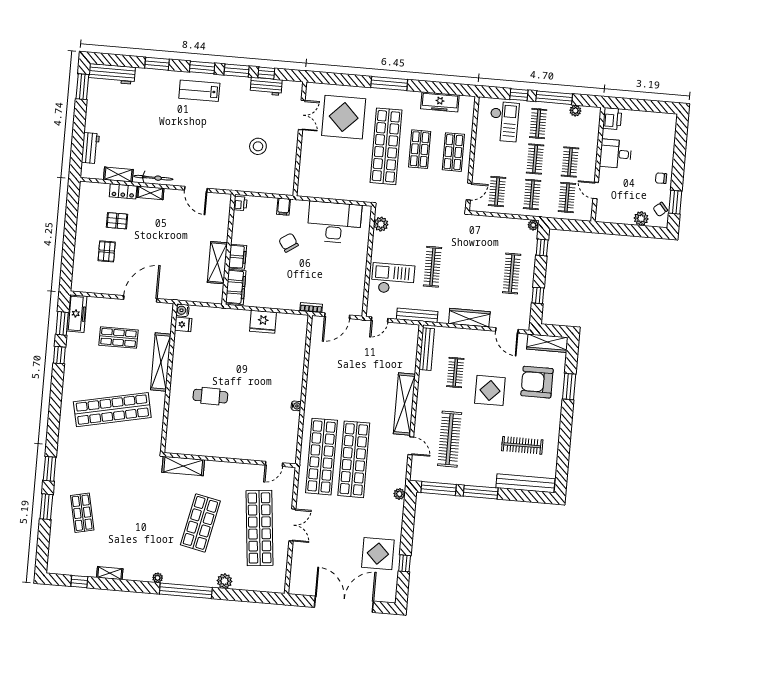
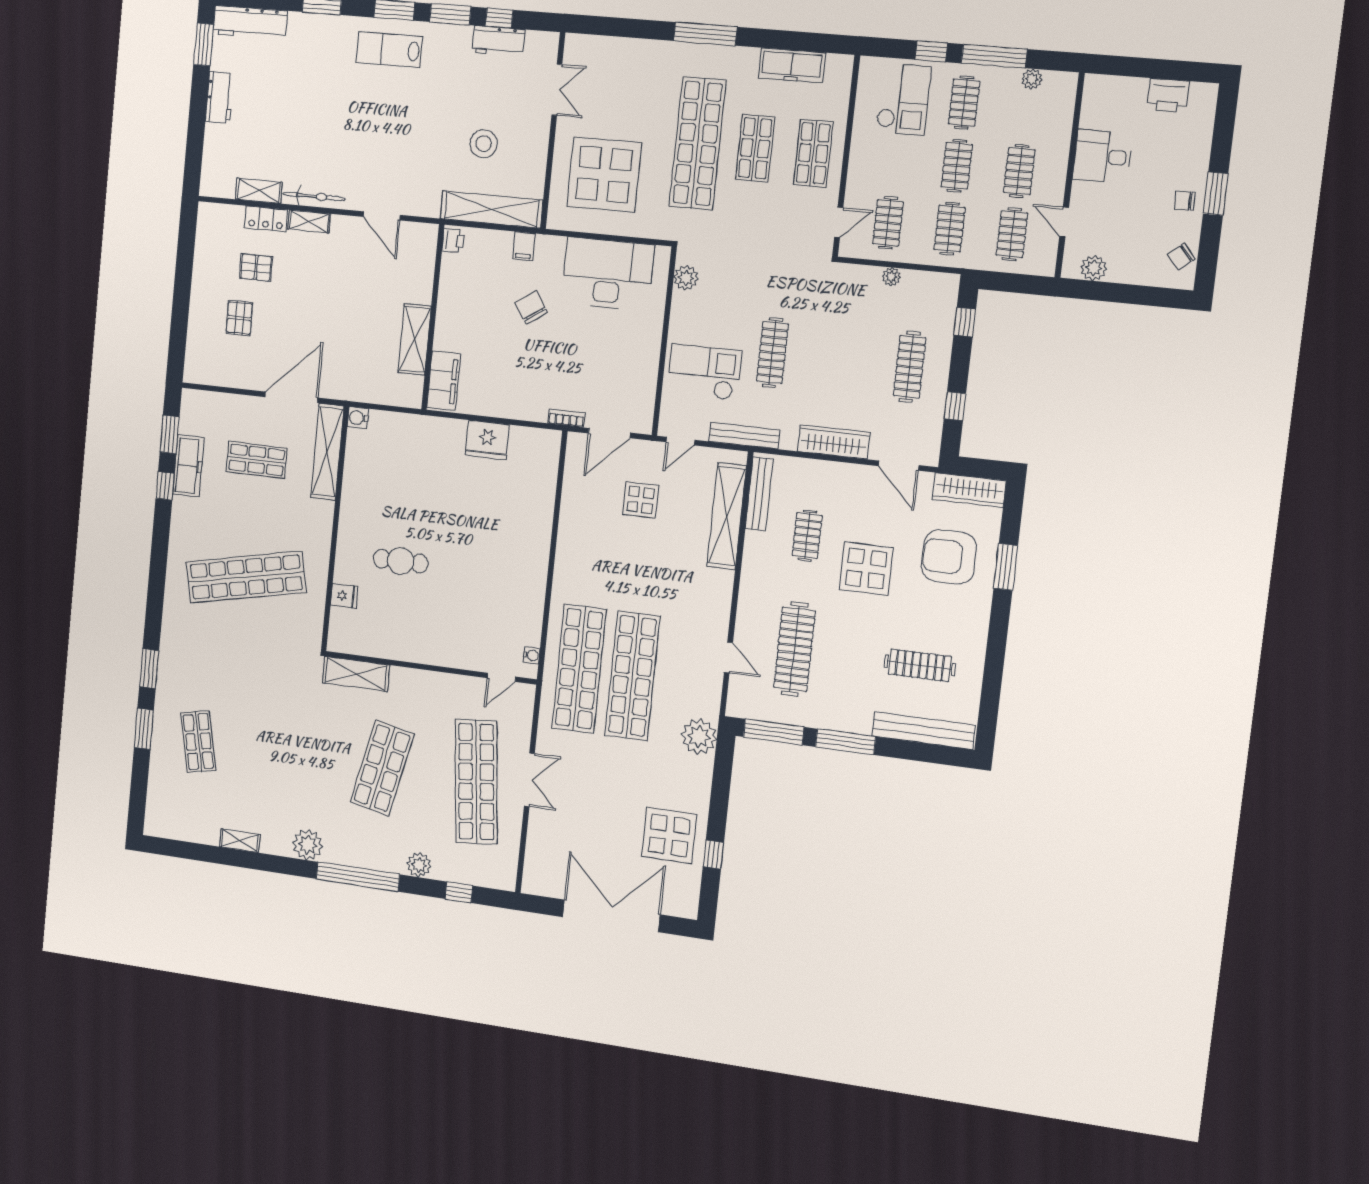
display table: (344, 117) -> (604, 175), moved
printer: (612, 119) -> (1168, 95), moved, turned 90
workbench: (90, 148) -> (220, 98), moved
shelving: (264, 185) -> (492, 209), added
window: (675, 202) -> (1216, 194), moved
plant: (641, 219) -> (1094, 268), moved
plant: (533, 225) -> (891, 277), moved
filing cabinet: (237, 257) -> (447, 330), removed
freezer: (77, 314) -> (188, 466), moved
fridge: (183, 324) -> (344, 596), moved
display table: (357, 355) -> (641, 500), added
shelving: (161, 362) -> (327, 452), moved
shelving: (404, 404) -> (727, 516), moved
water cooler: (296, 406) -> (532, 655), moved
plant: (399, 494) -> (699, 737), width x1.87, depth x1.87
plant: (158, 578) -> (308, 845), width x1.87, depth x1.87
window: (79, 582) -> (459, 892), moved

